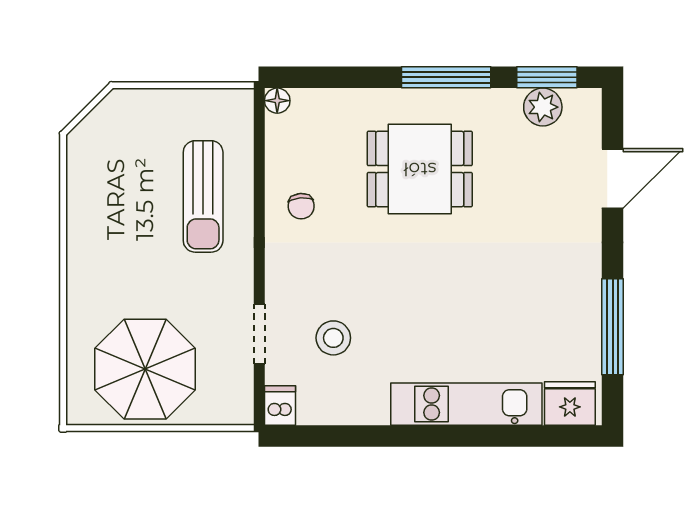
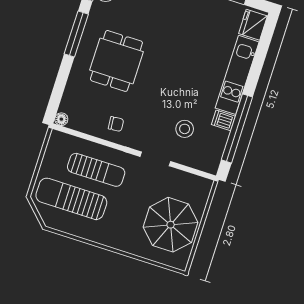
sun lounger: (134, 167) -> (71, 199), added
doorway: (259, 334) -> (155, 159), moved
dishwasher: (280, 405) -> (223, 120), moved
window: (366, 436) -> (237, 128), added

